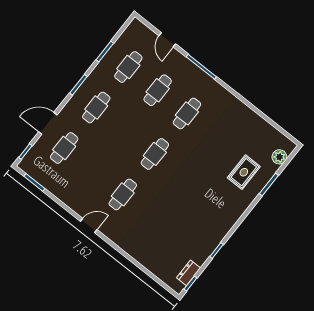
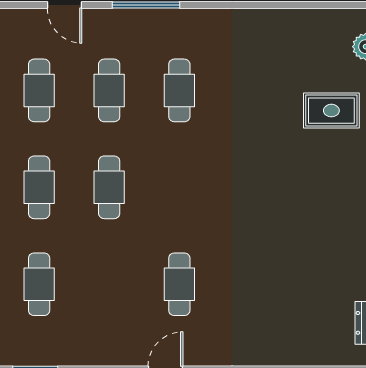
cafe table: (155, 154) -> (109, 187), moved
rug: (244, 172) -> (331, 111), turned 90

